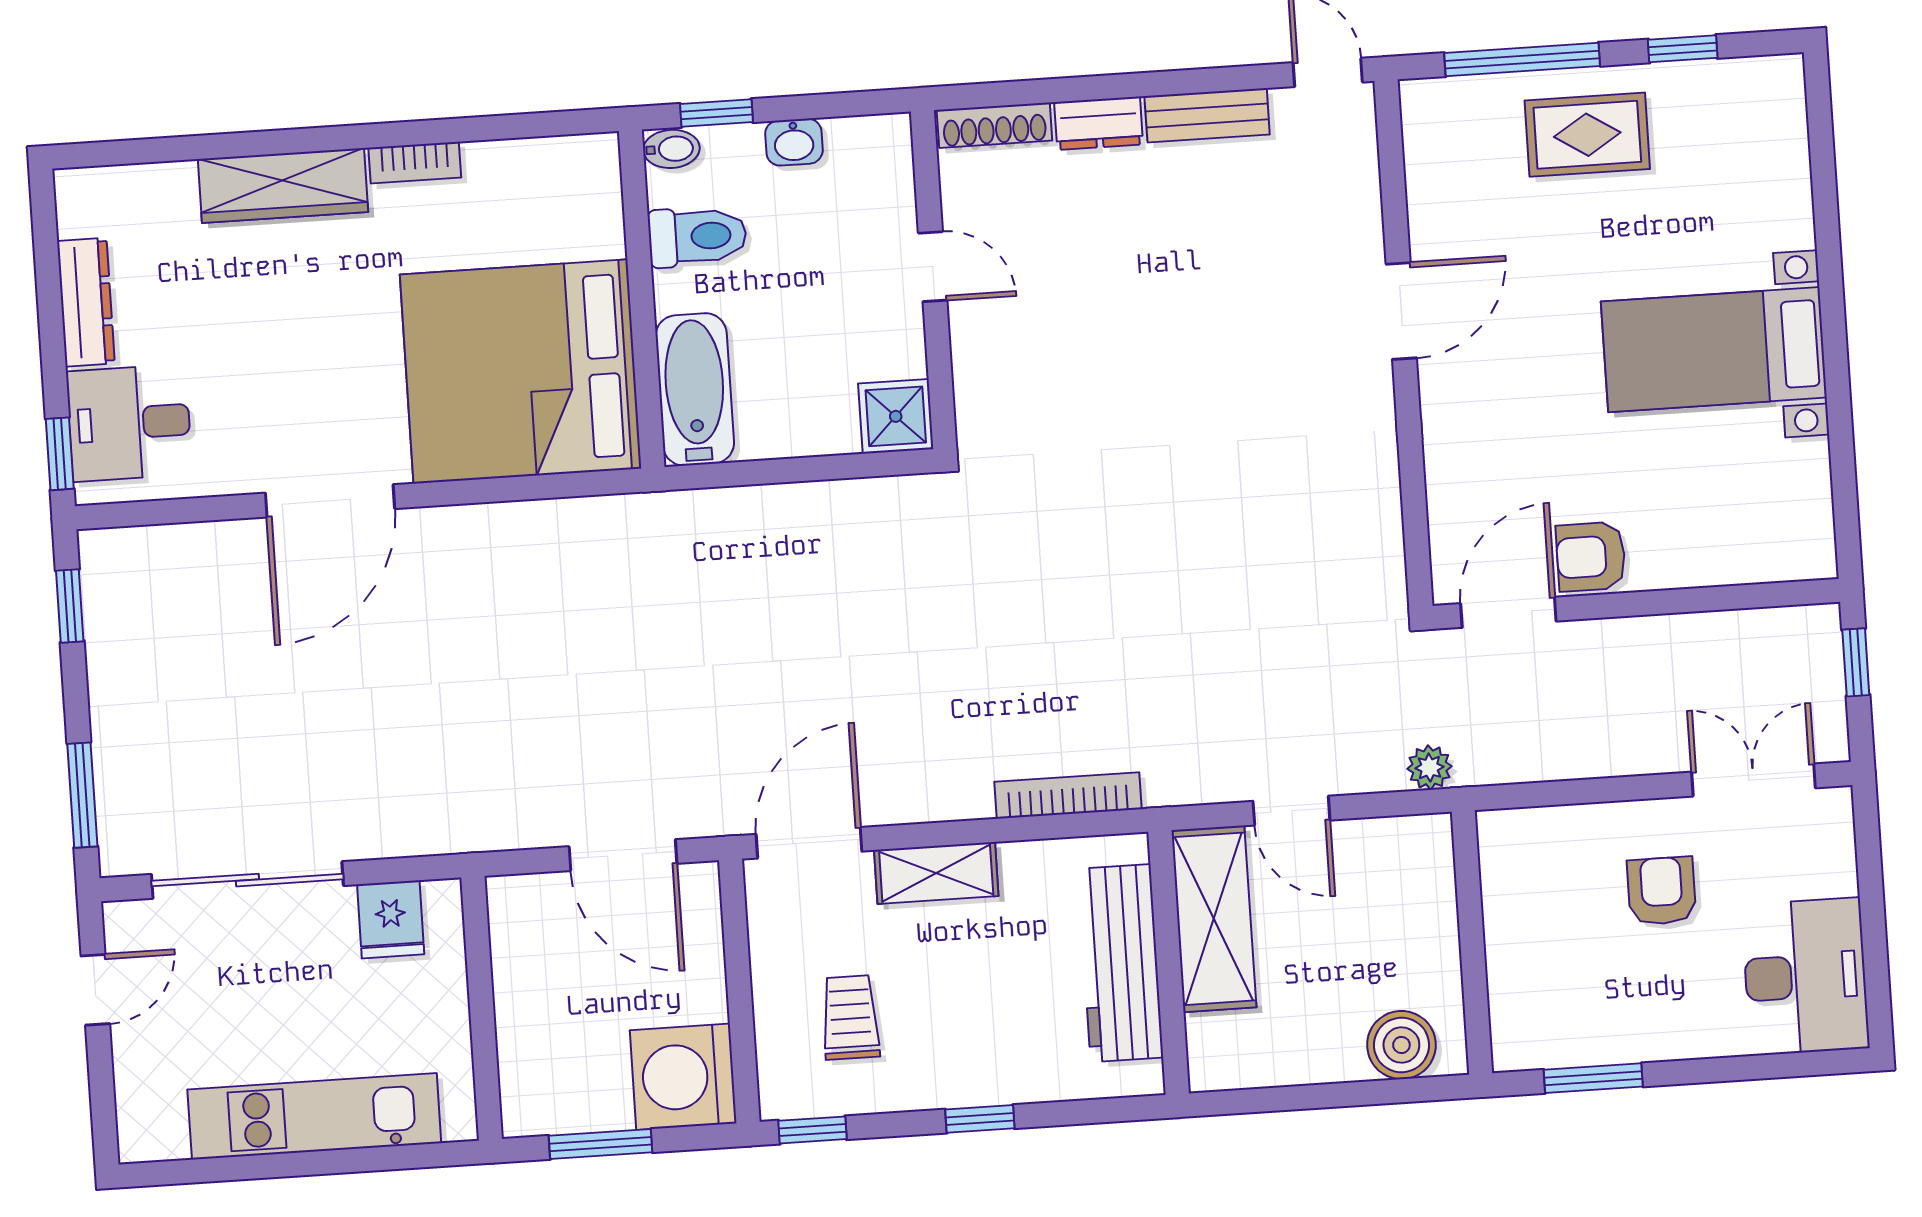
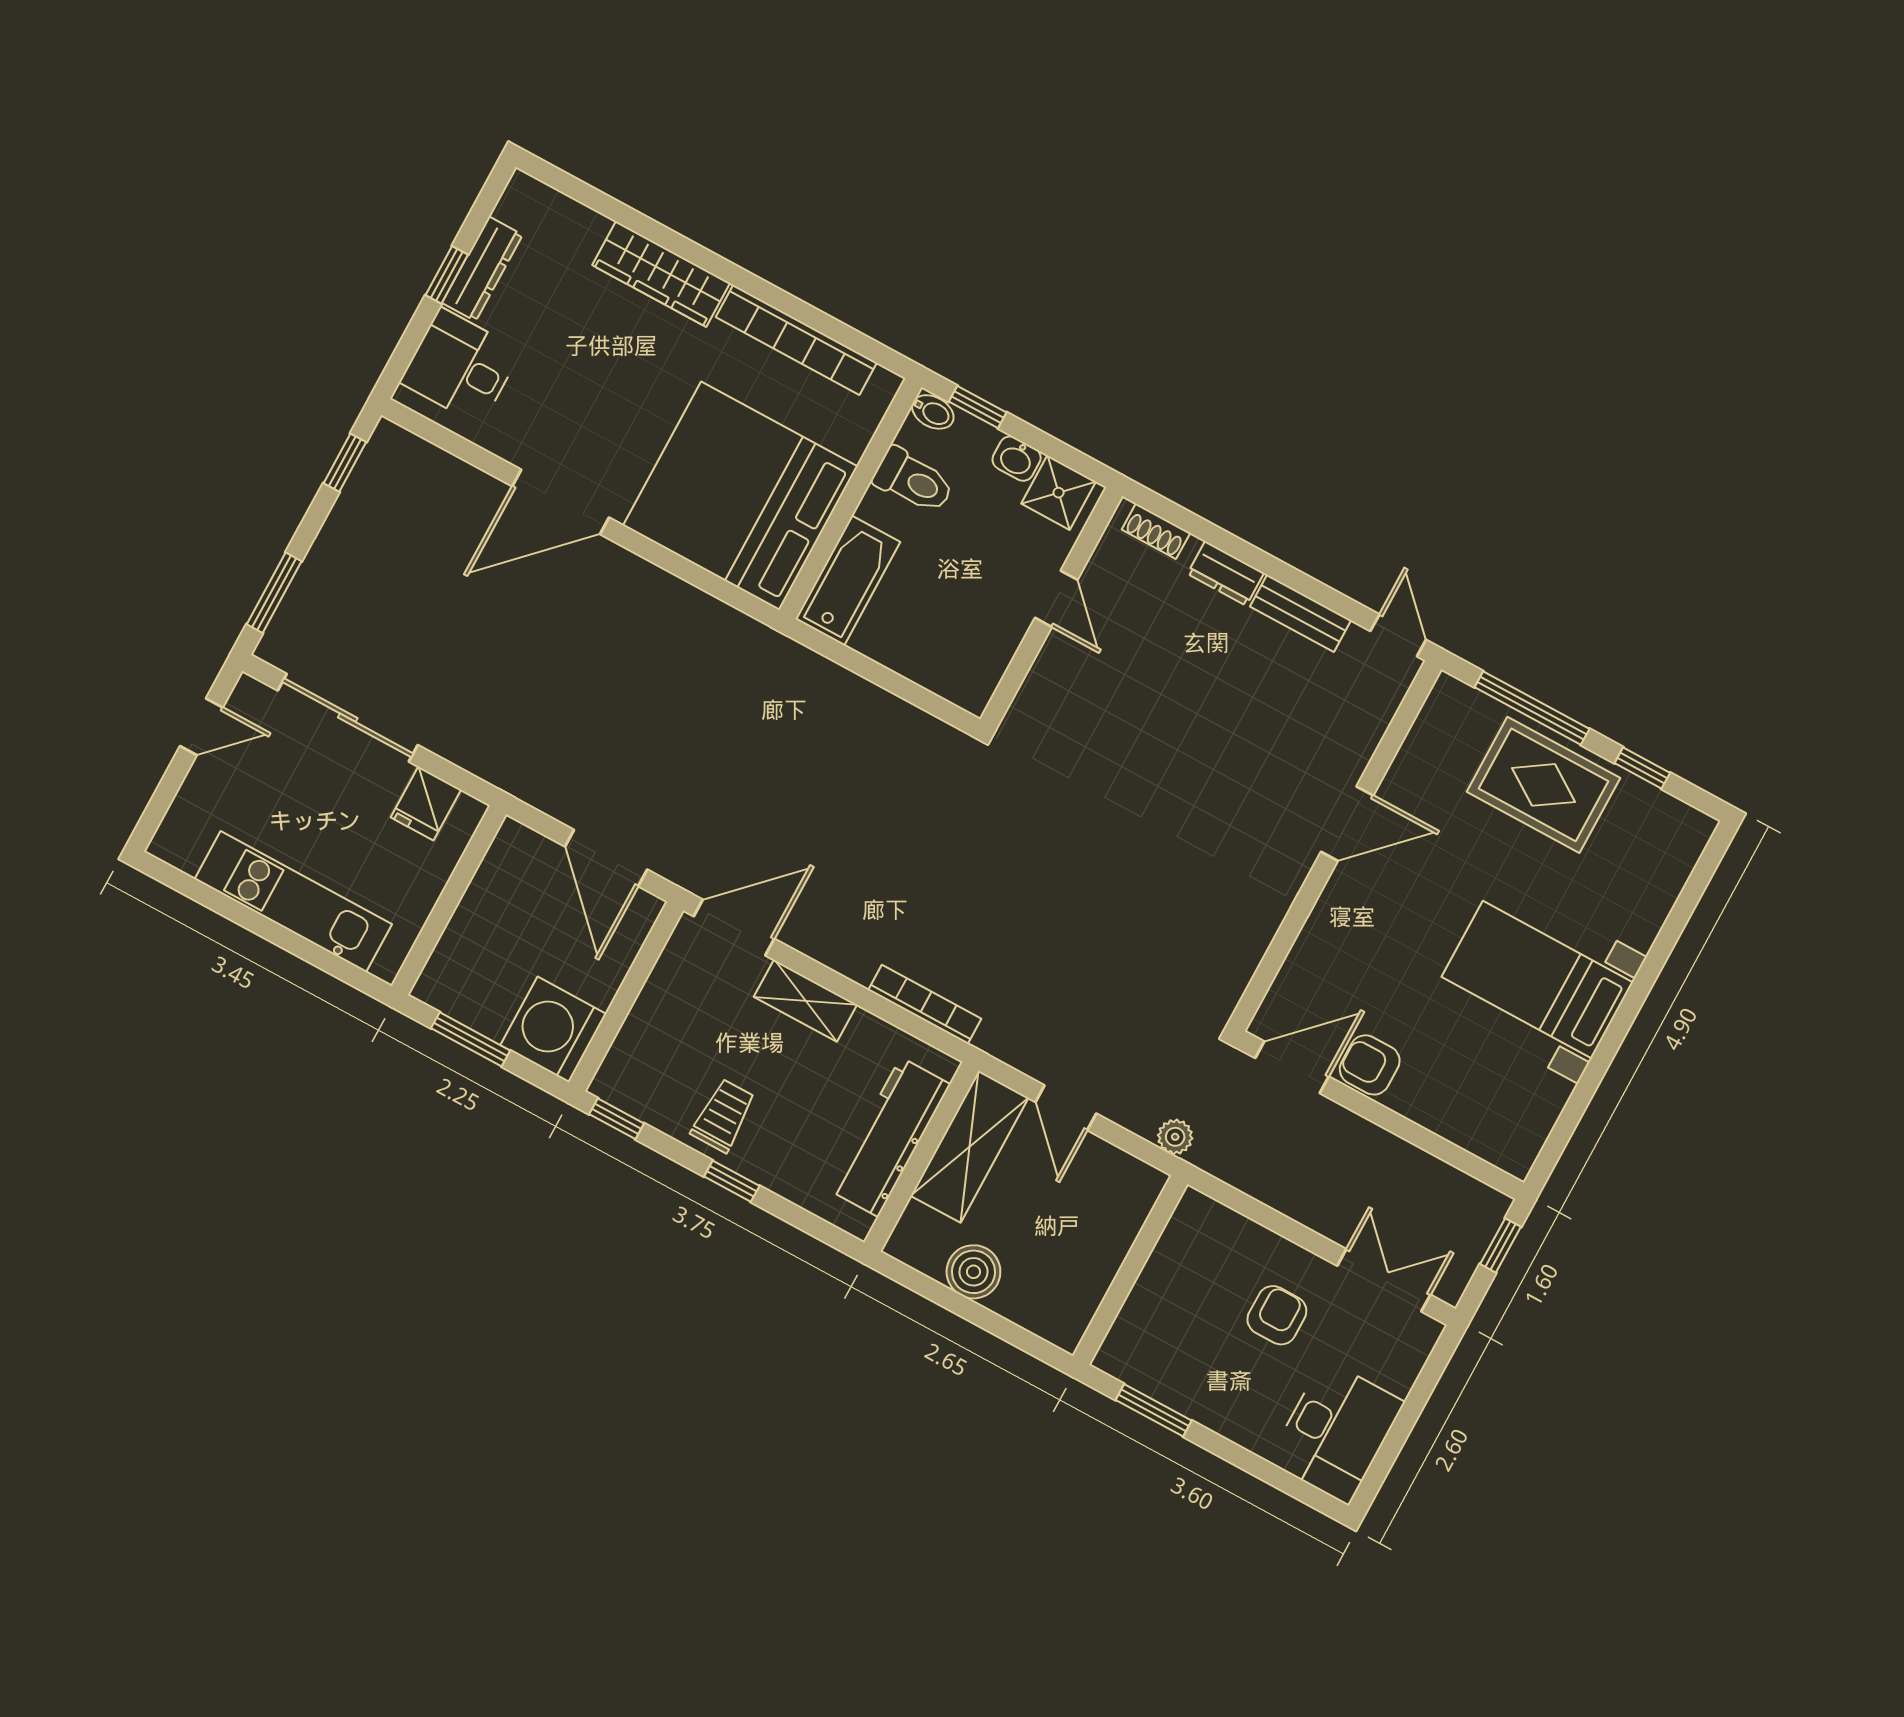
shoe rack: (994, 125) -> (1156, 531), width x0.70
rug: (1587, 135) -> (1543, 785), width x1.36, depth x1.43
bookcase: (415, 163) -> (796, 340), width x2.31, depth x1.31
shower: (896, 416) -> (1059, 493), moved
window: (60, 454) -> (447, 275), moved
trolley: (850, 1017) -> (723, 1116), moved
boiler: (1401, 1045) -> (973, 1272), moved

